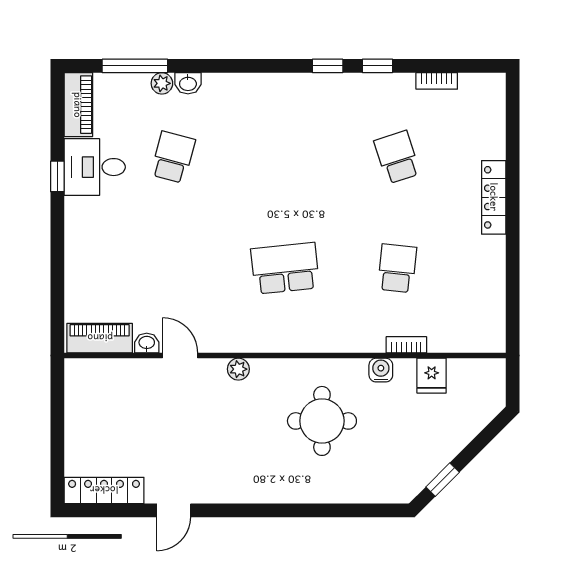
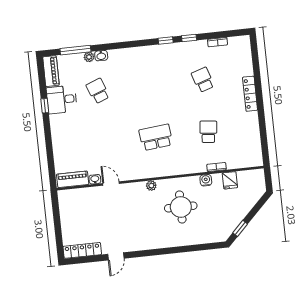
school desk: (173, 157) -> (98, 91), turned -36
plant: (238, 369) -> (151, 186), moved

